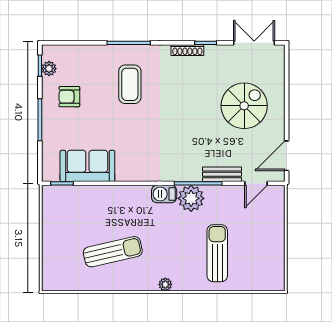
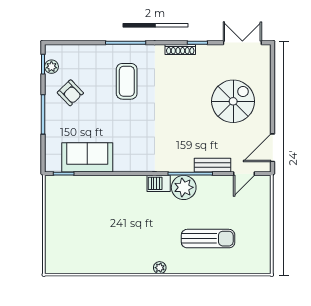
armchair: (69, 97) -> (70, 93), turned -134
sun lounger: (113, 252) -> (111, 237), removed
sun lounger: (217, 253) -> (208, 239), turned 90

